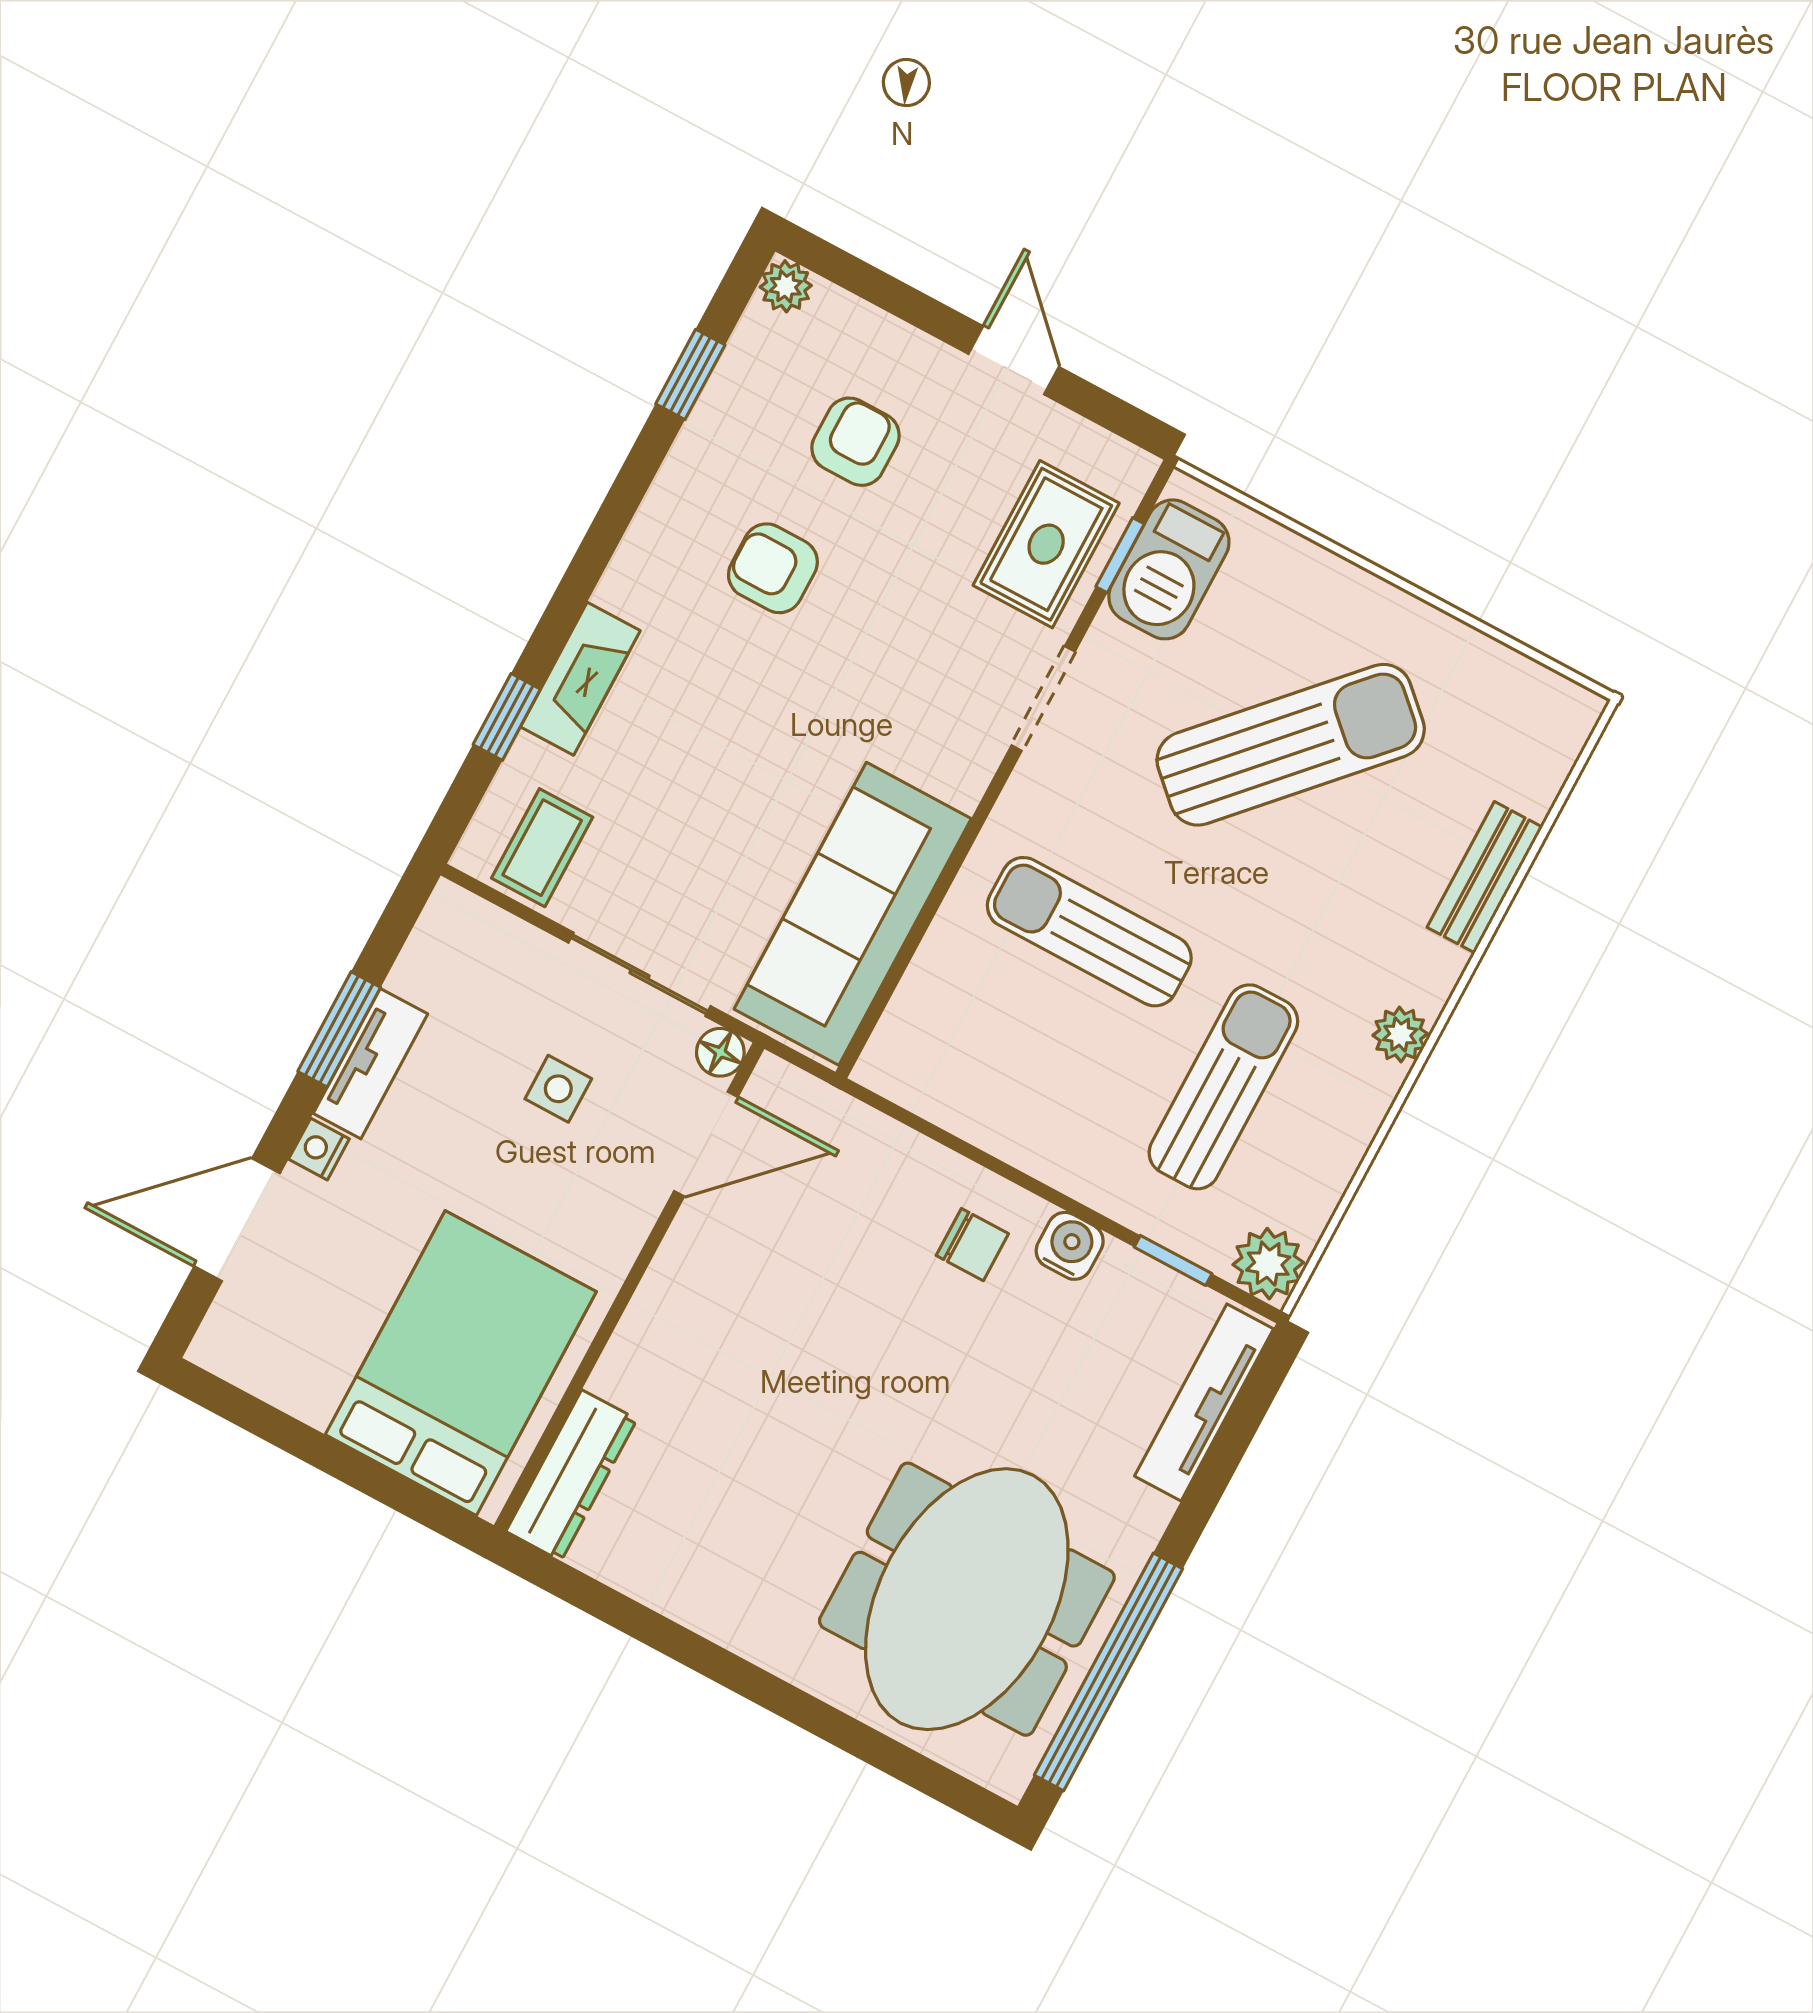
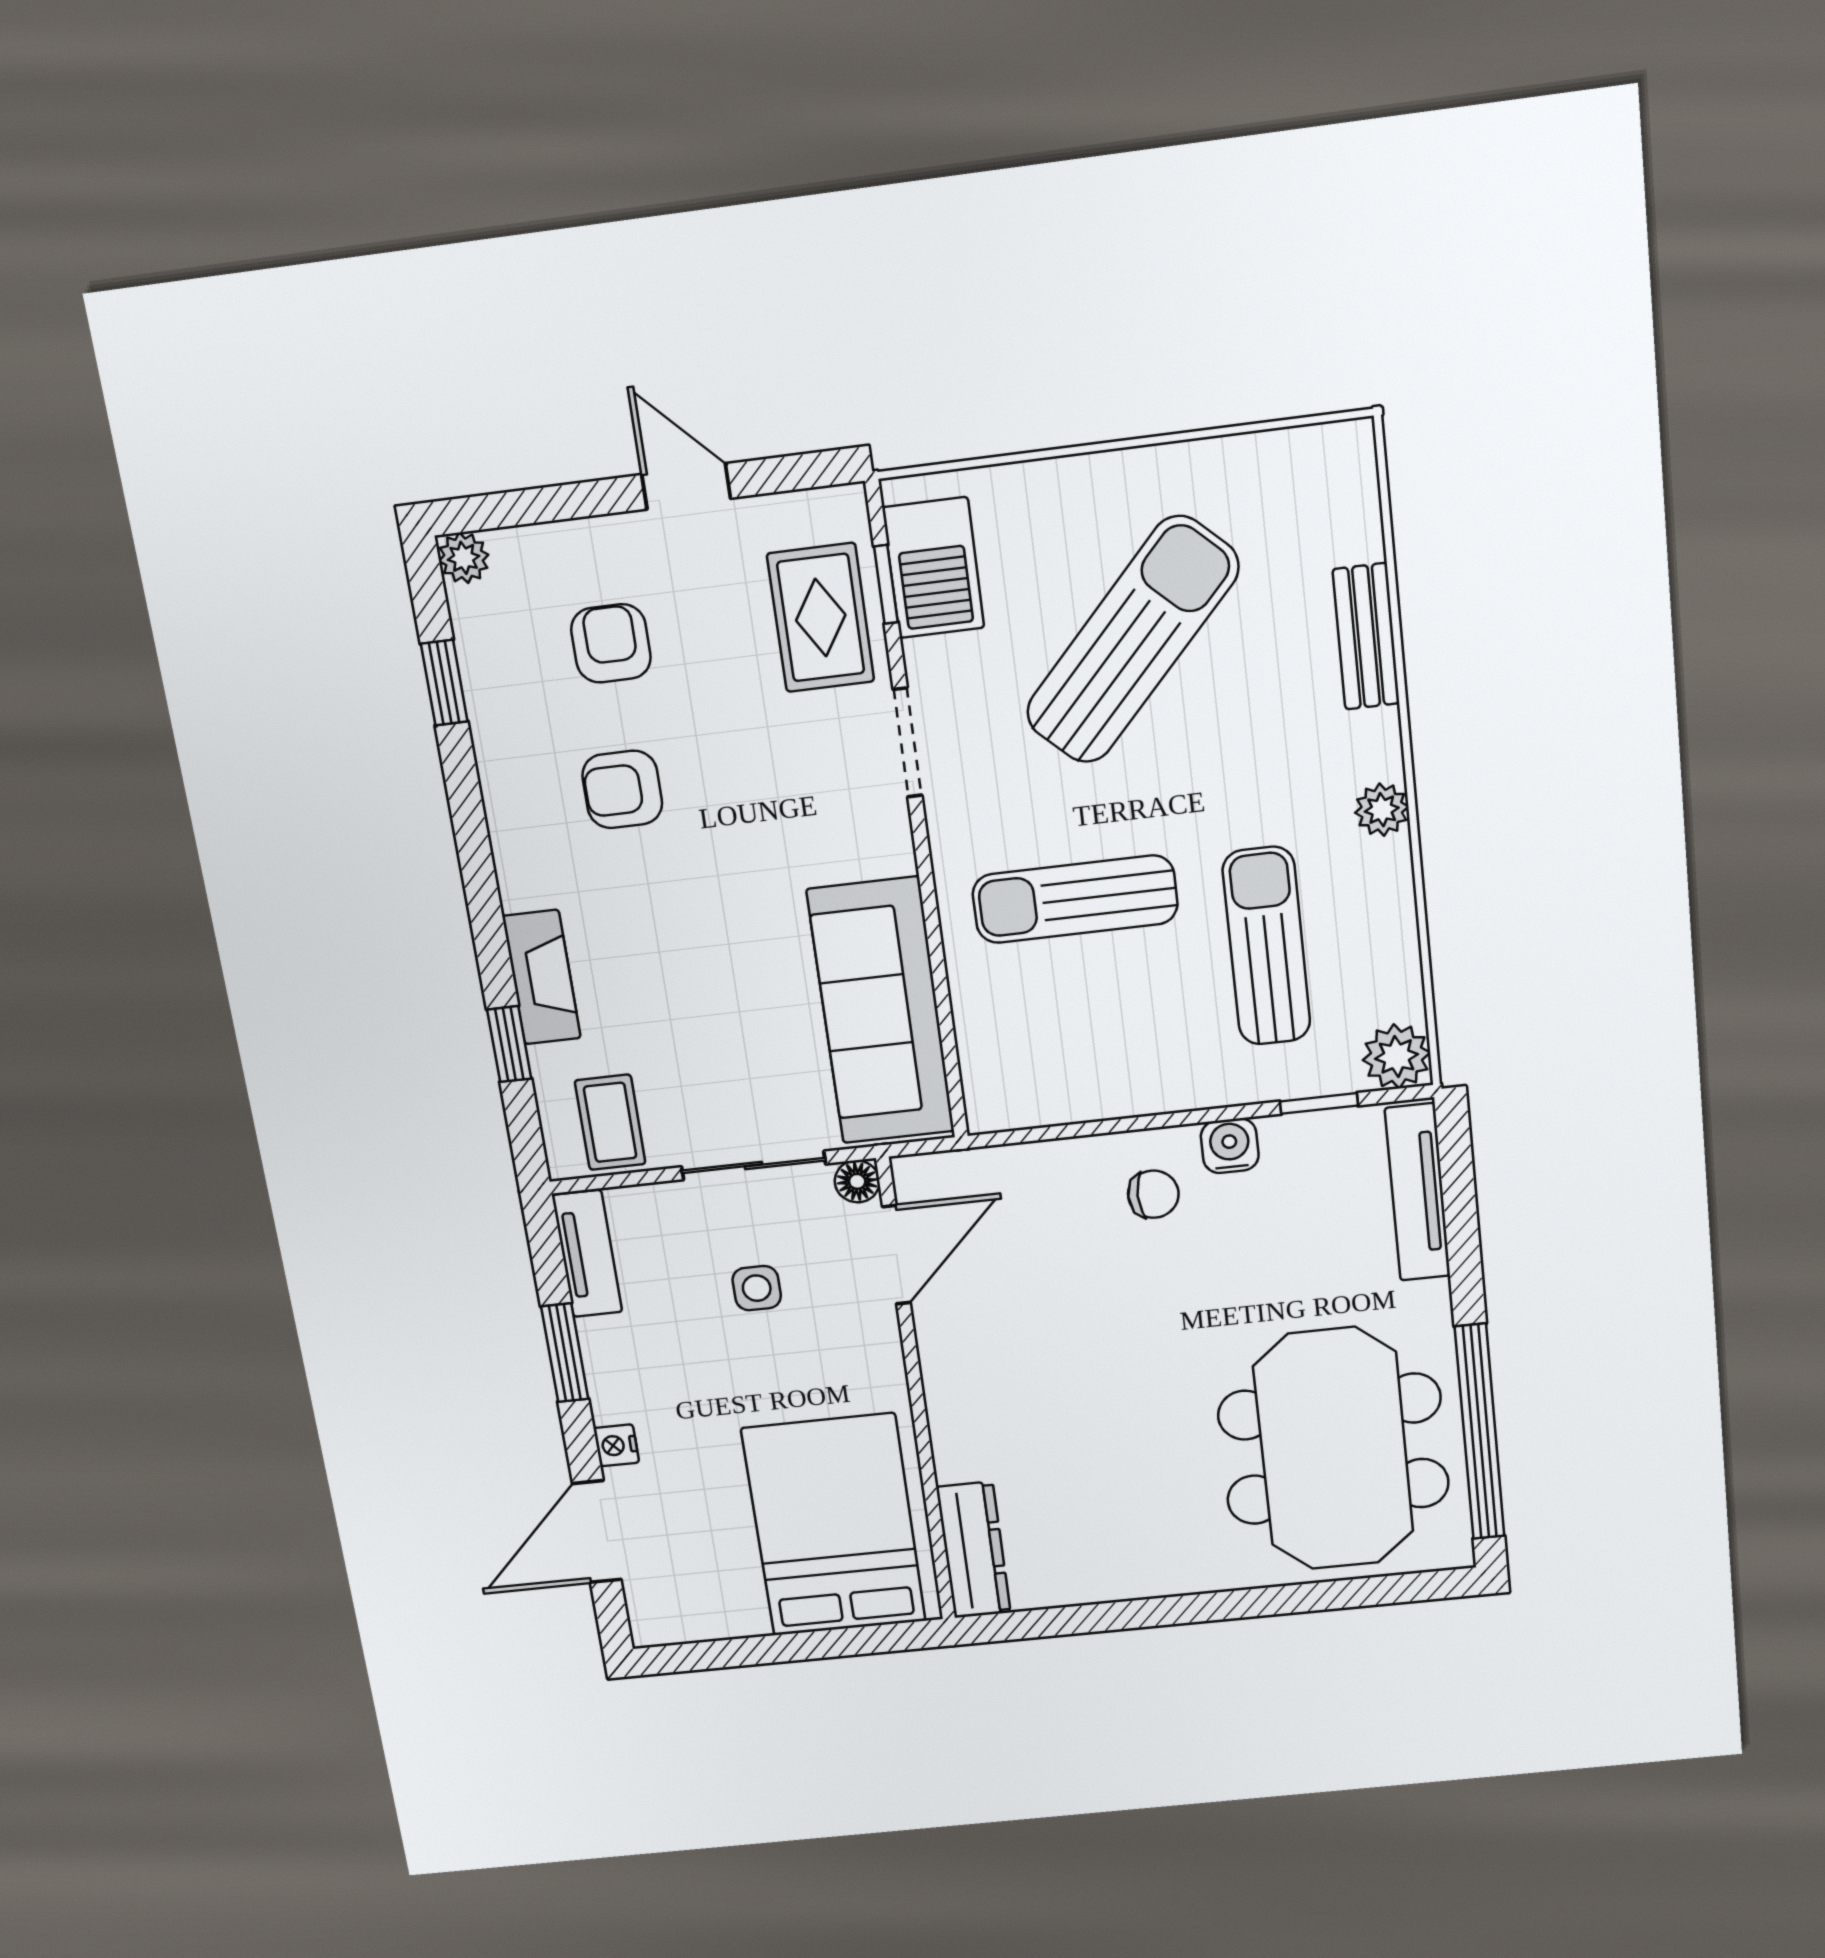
tv unit: (370, 1064) -> (587, 1254), moved

